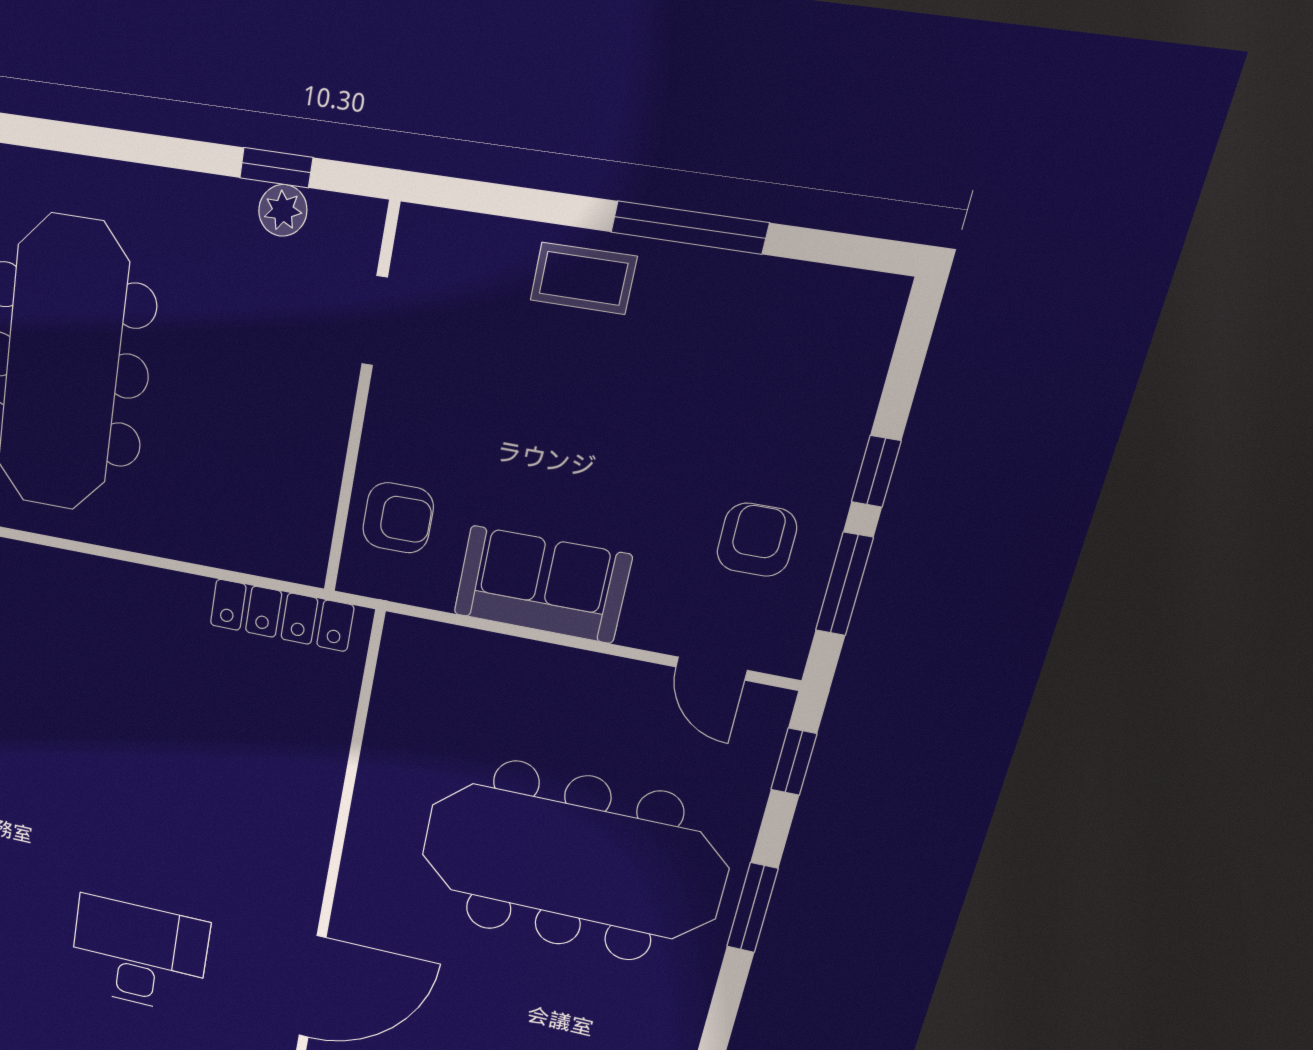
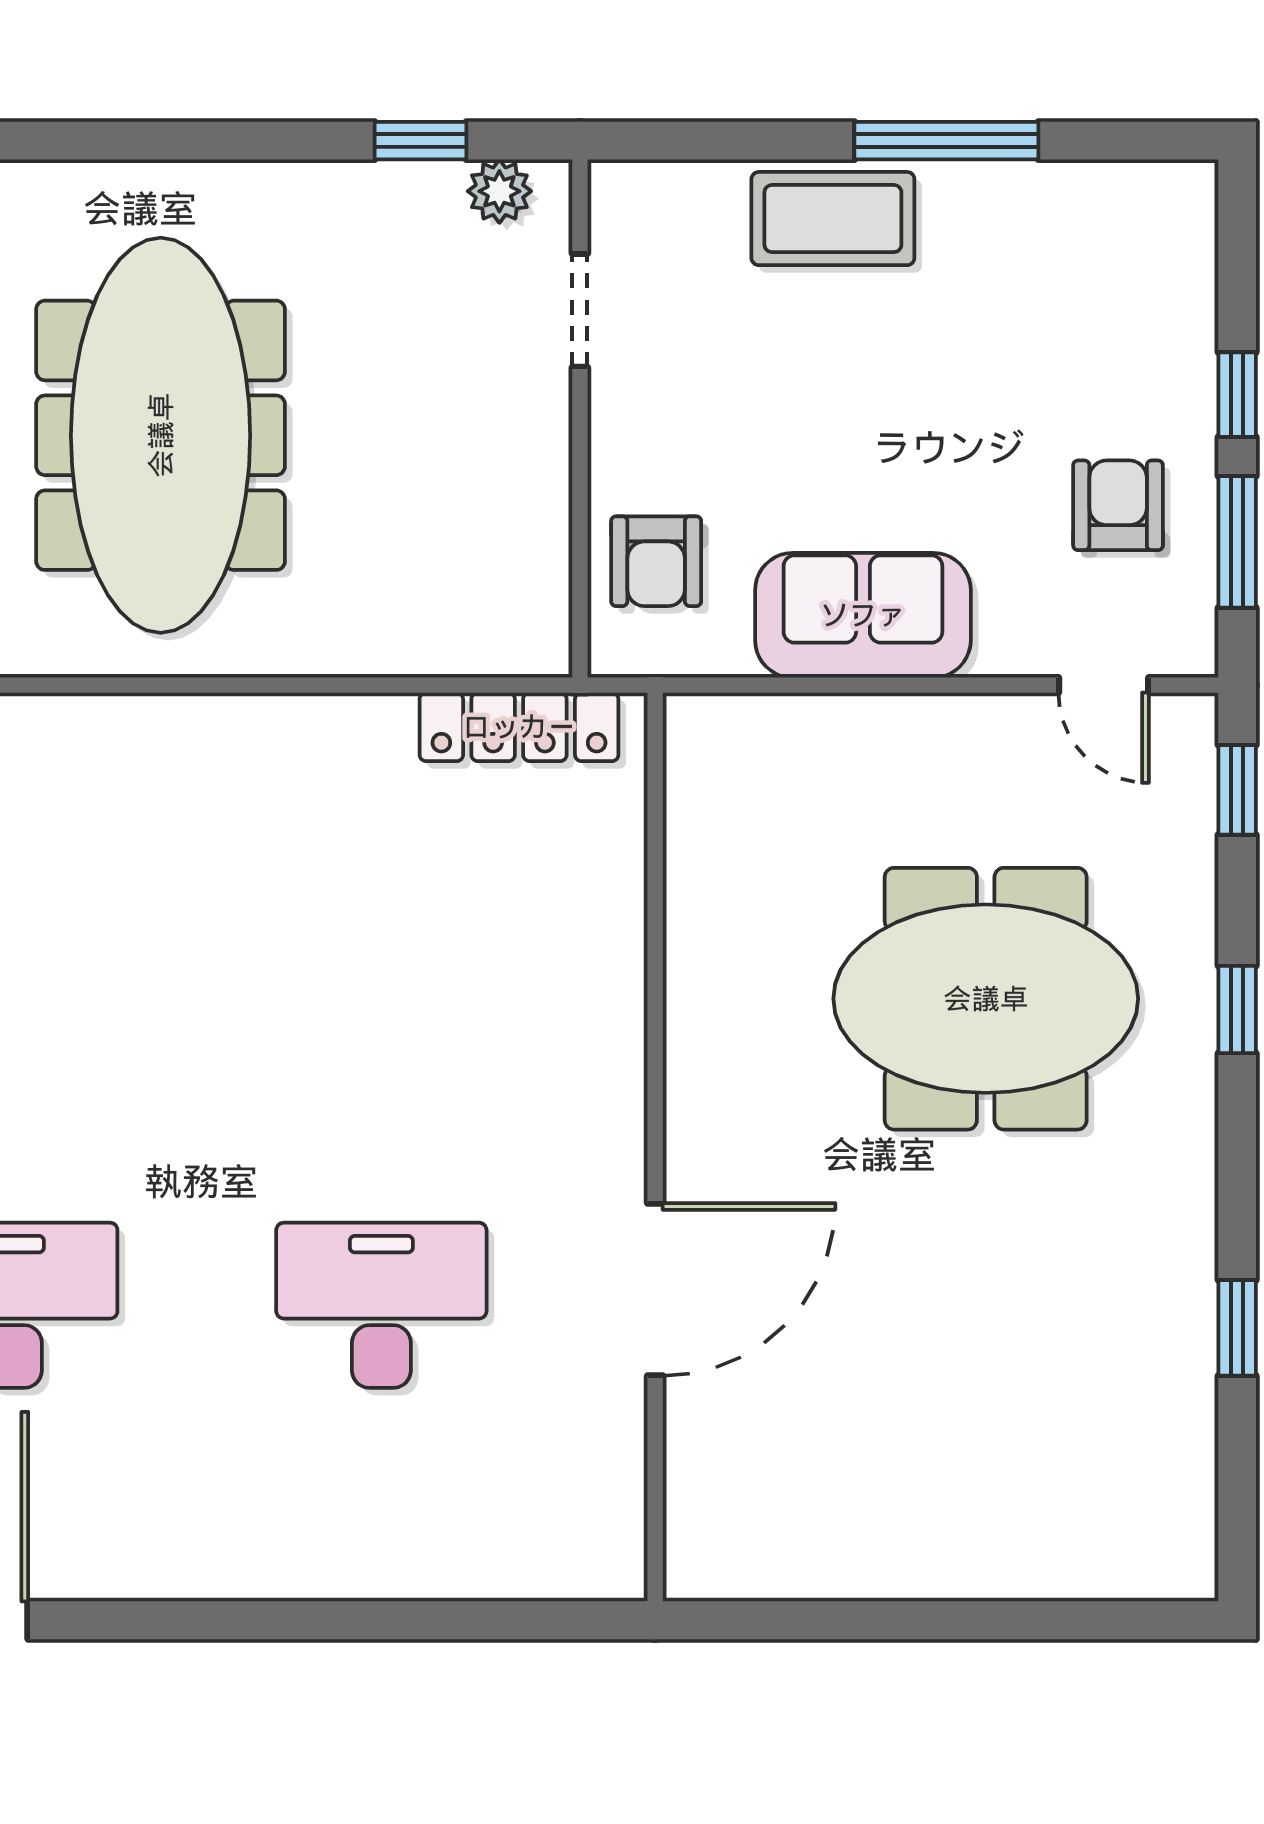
plant: (283, 210) -> (499, 191), moved
coffee table: (583, 278) -> (833, 219), width x1.36, depth x1.30
armchair: (398, 518) -> (656, 561), turned 90
meeting table: (573, 861) -> (986, 999), width x0.73
window: (752, 908) -> (1237, 1009), width x0.67

